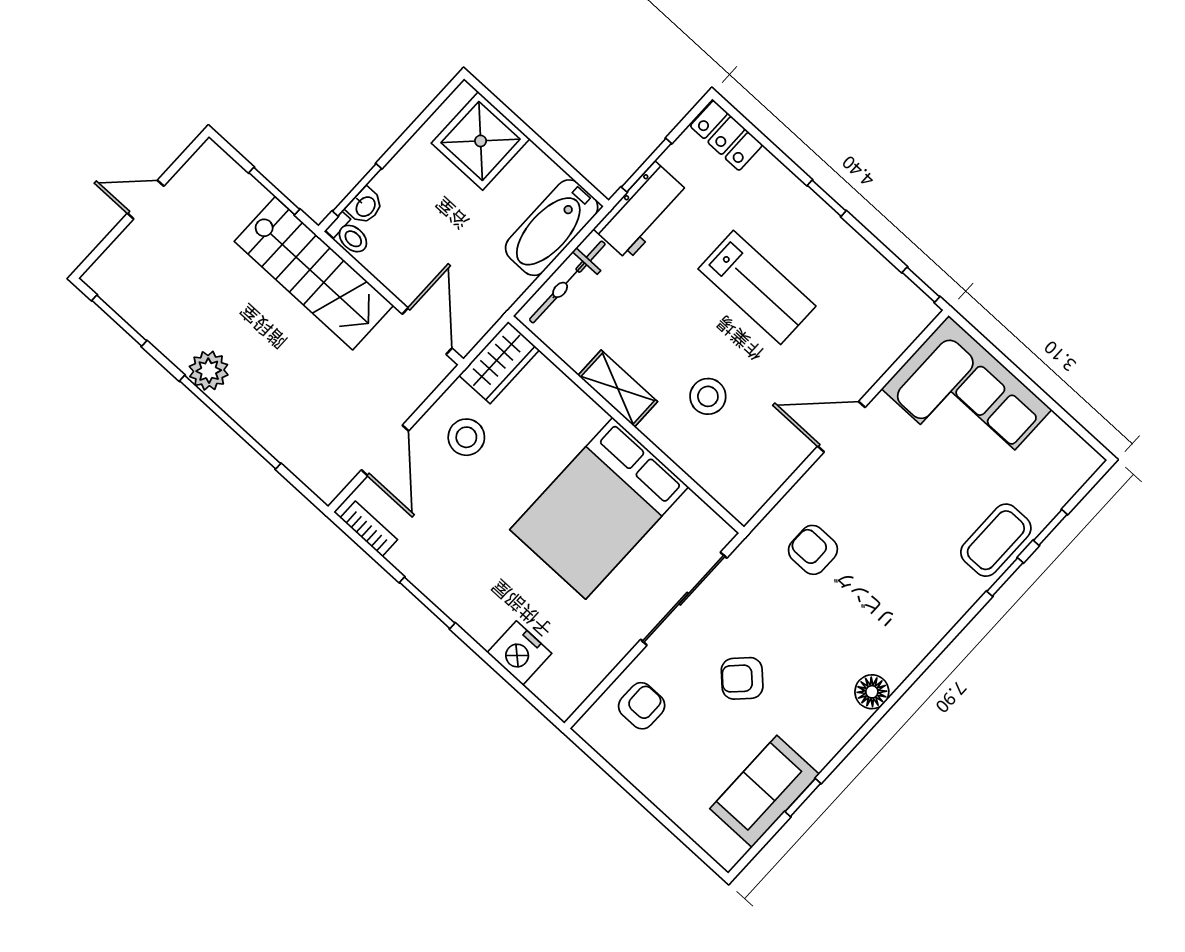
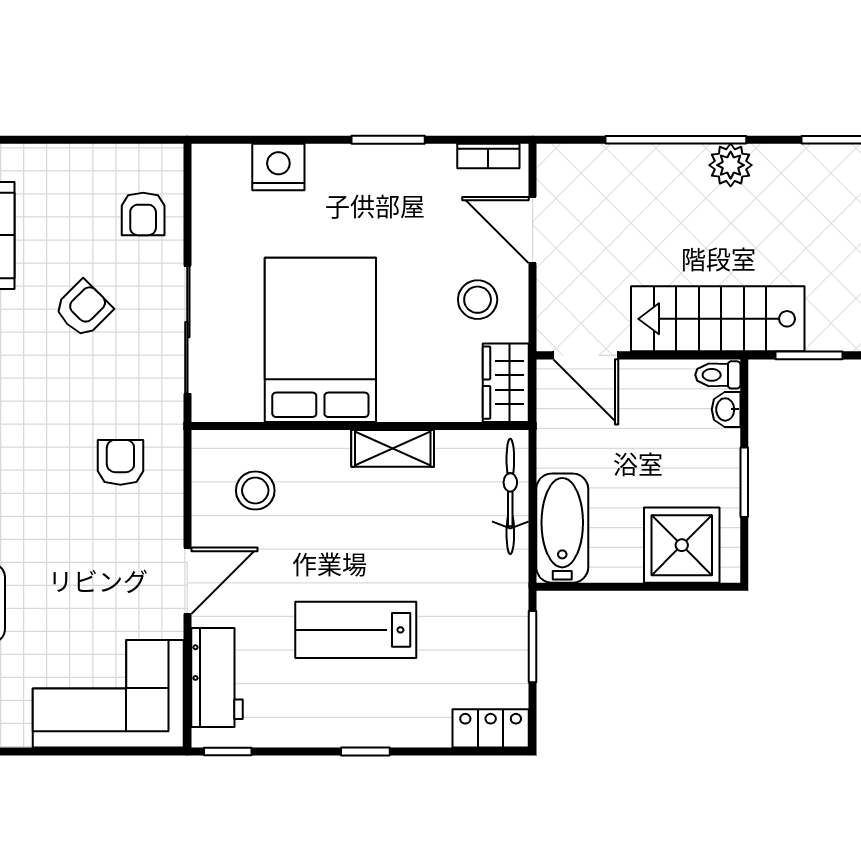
window: (357, 190) -> (744, 482), moved
workbench: (642, 211) -> (217, 677), moved, turned 180
stool: (708, 396) -> (255, 491), moved
armchair: (813, 550) -> (120, 462), turned -90

